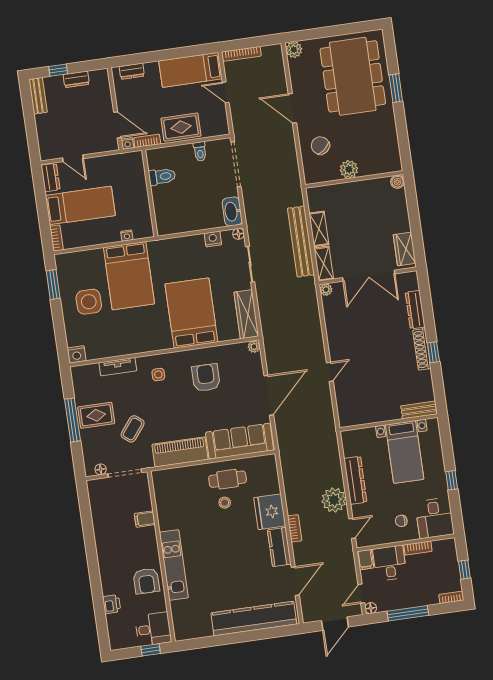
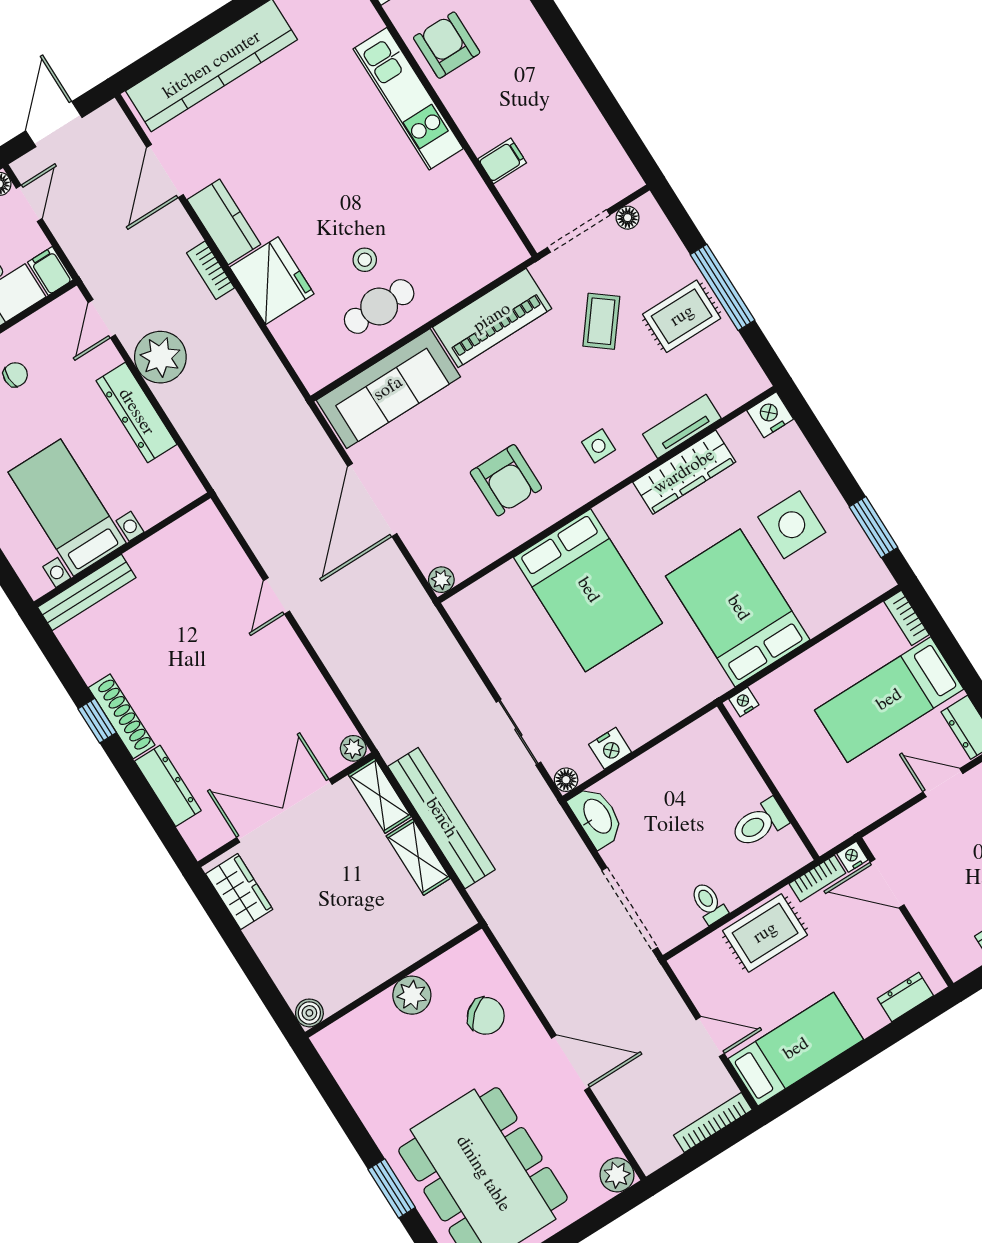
nightstand: (127, 236) -> (744, 702), moved
wardrobe: (246, 314) -> (684, 472), moved, turned 90
bench: (419, 410) -> (87, 592), width x1.36

